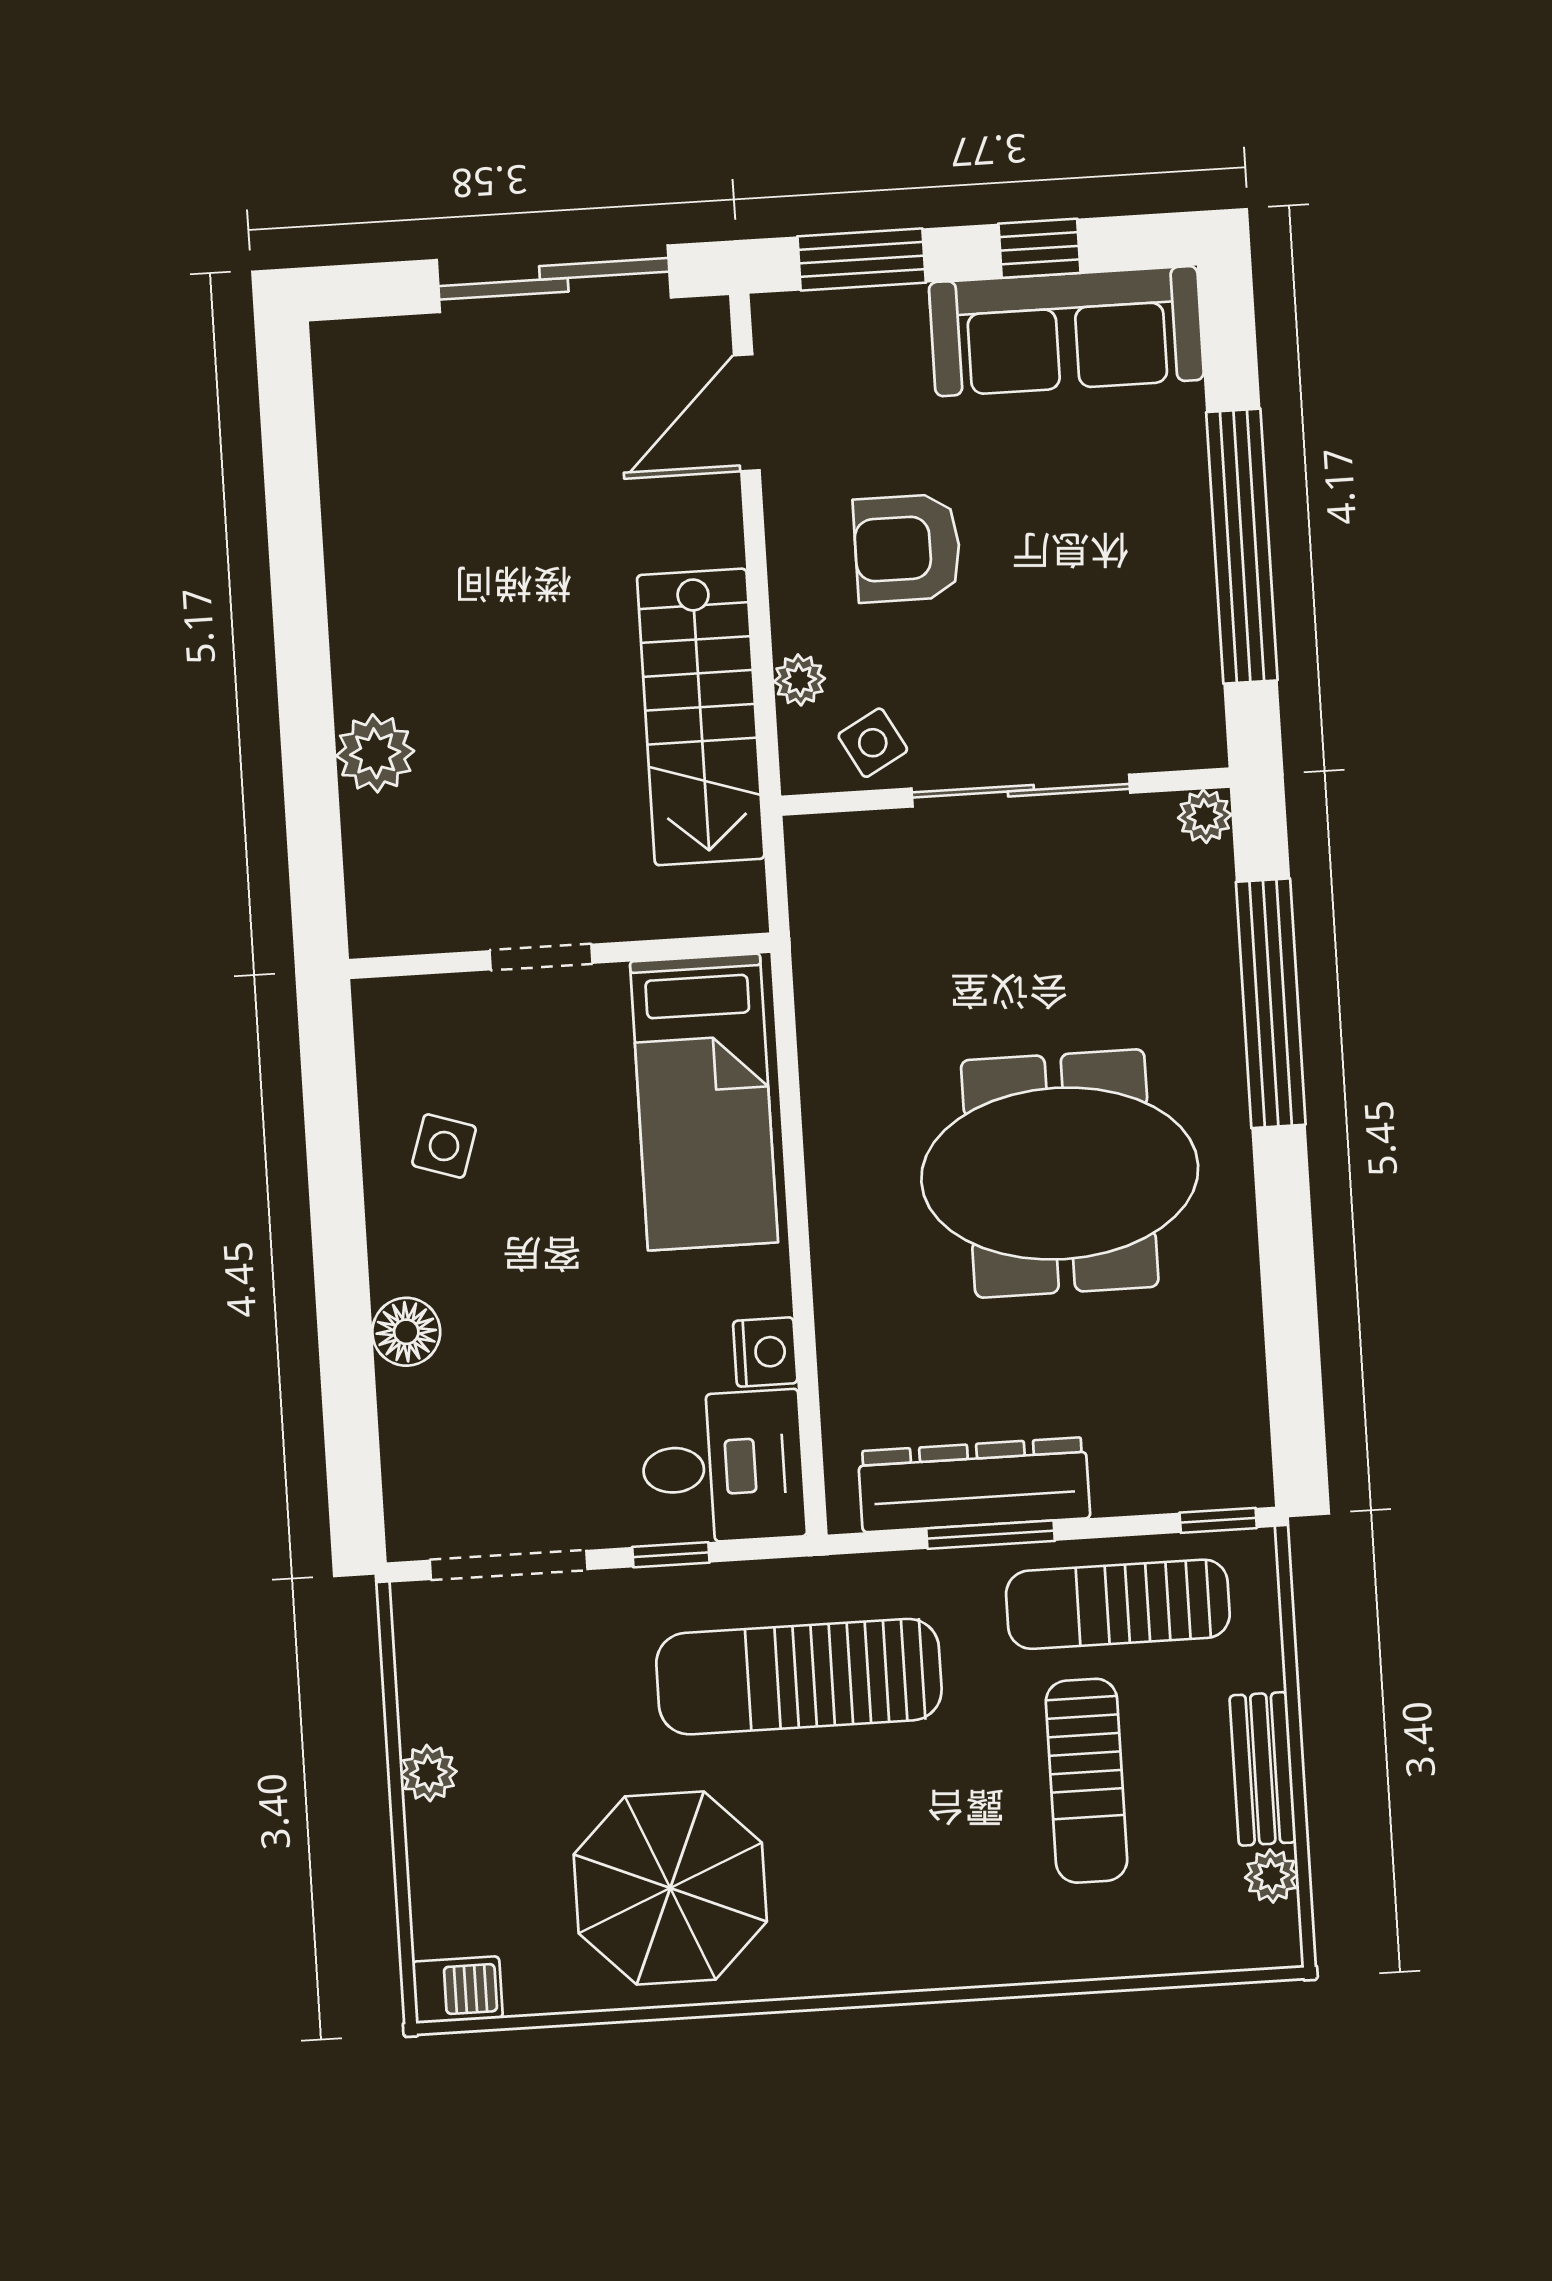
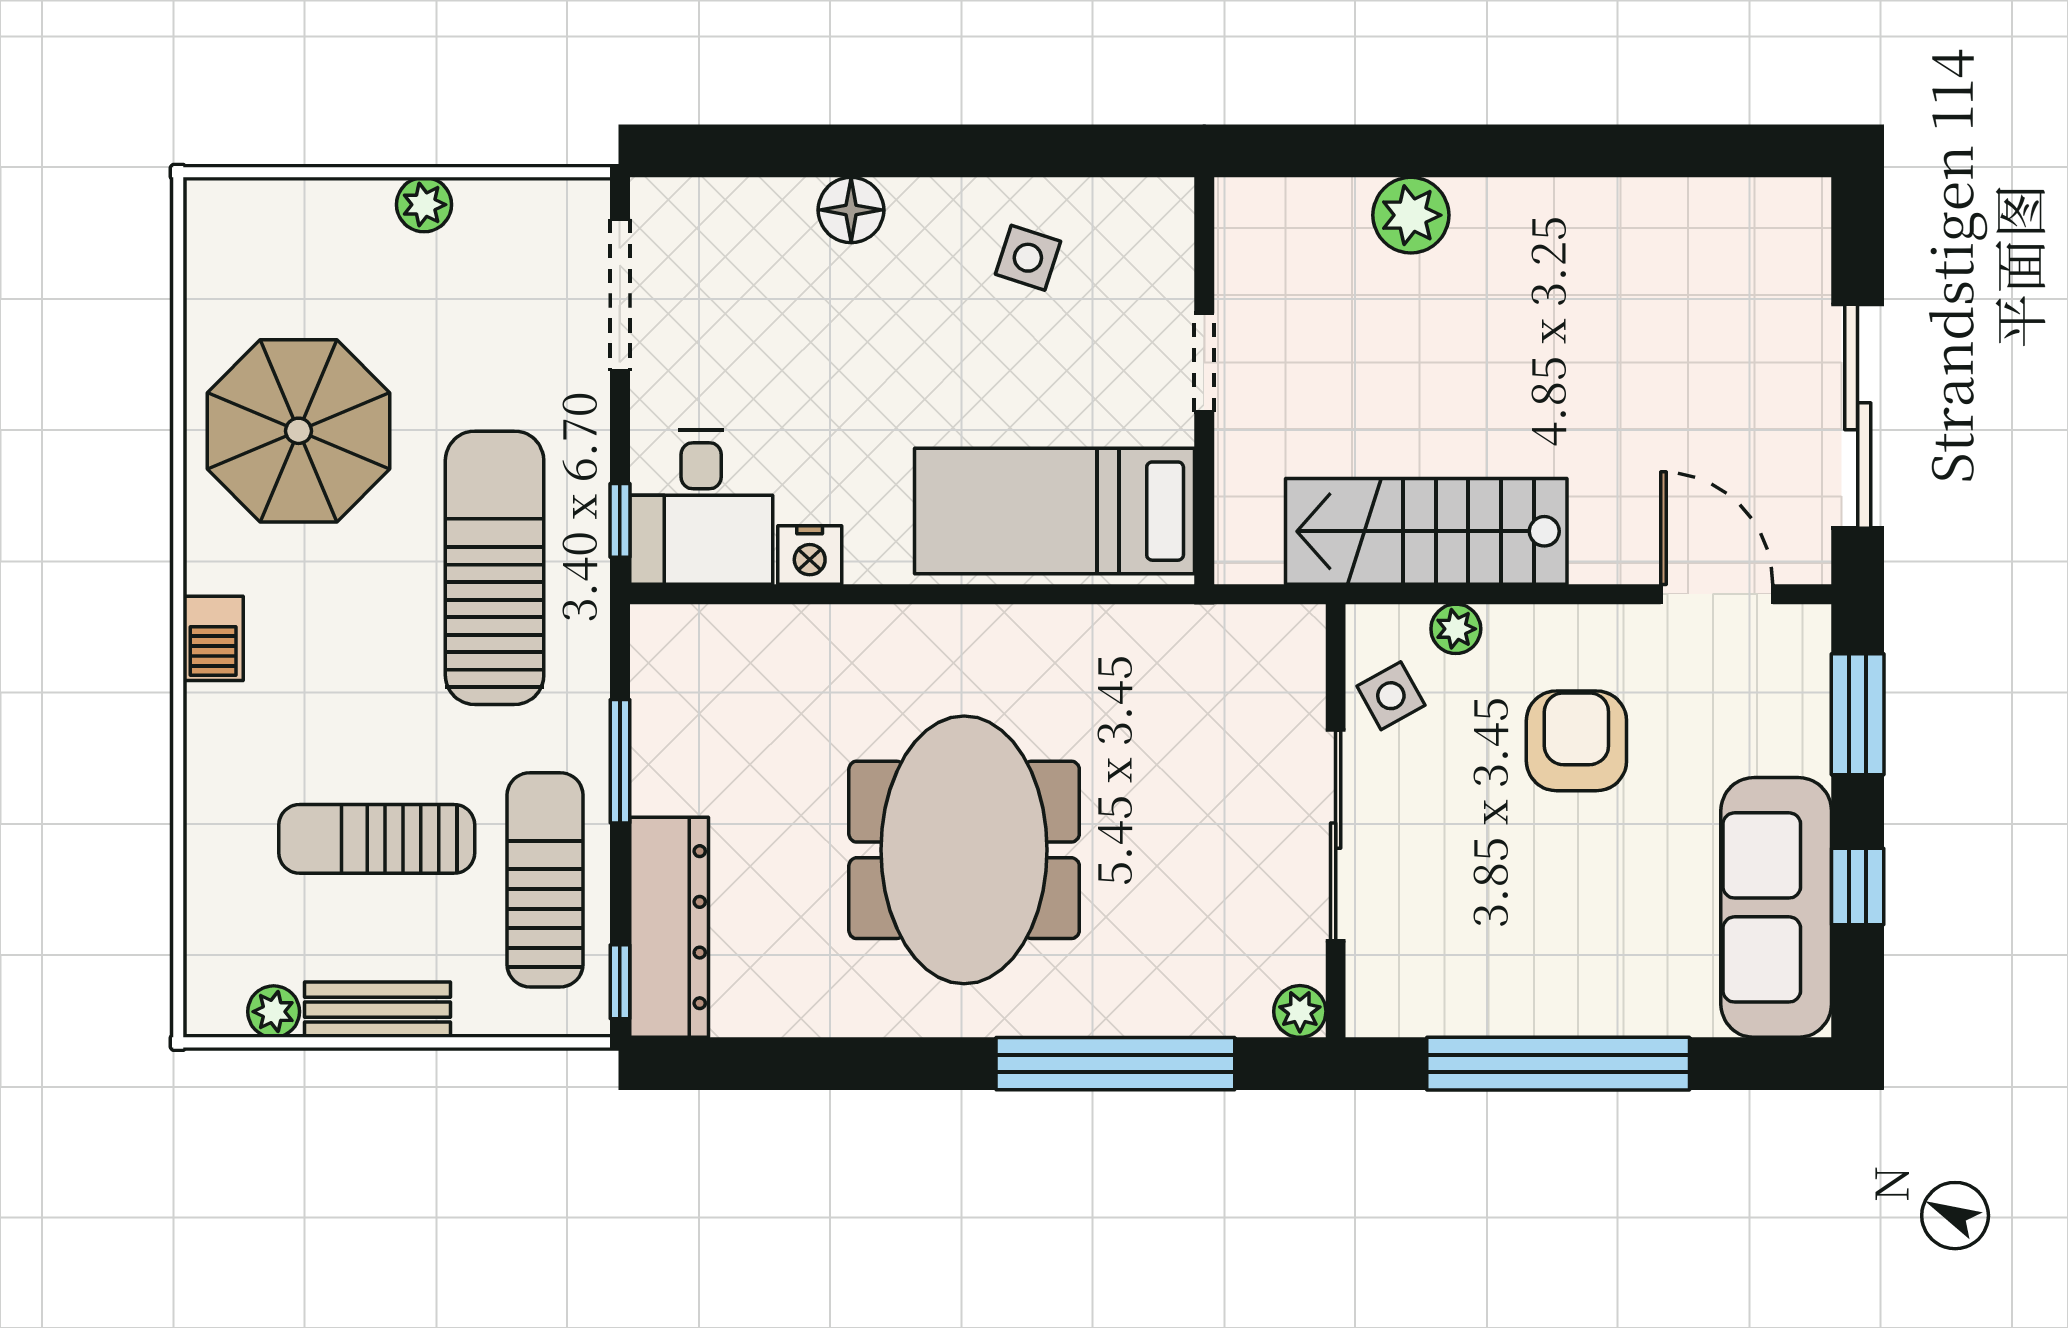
dresser: (974, 1485) -> (669, 927), moved
window: (671, 1555) -> (620, 520), moved
barbecue: (457, 1990) -> (213, 638), moved

